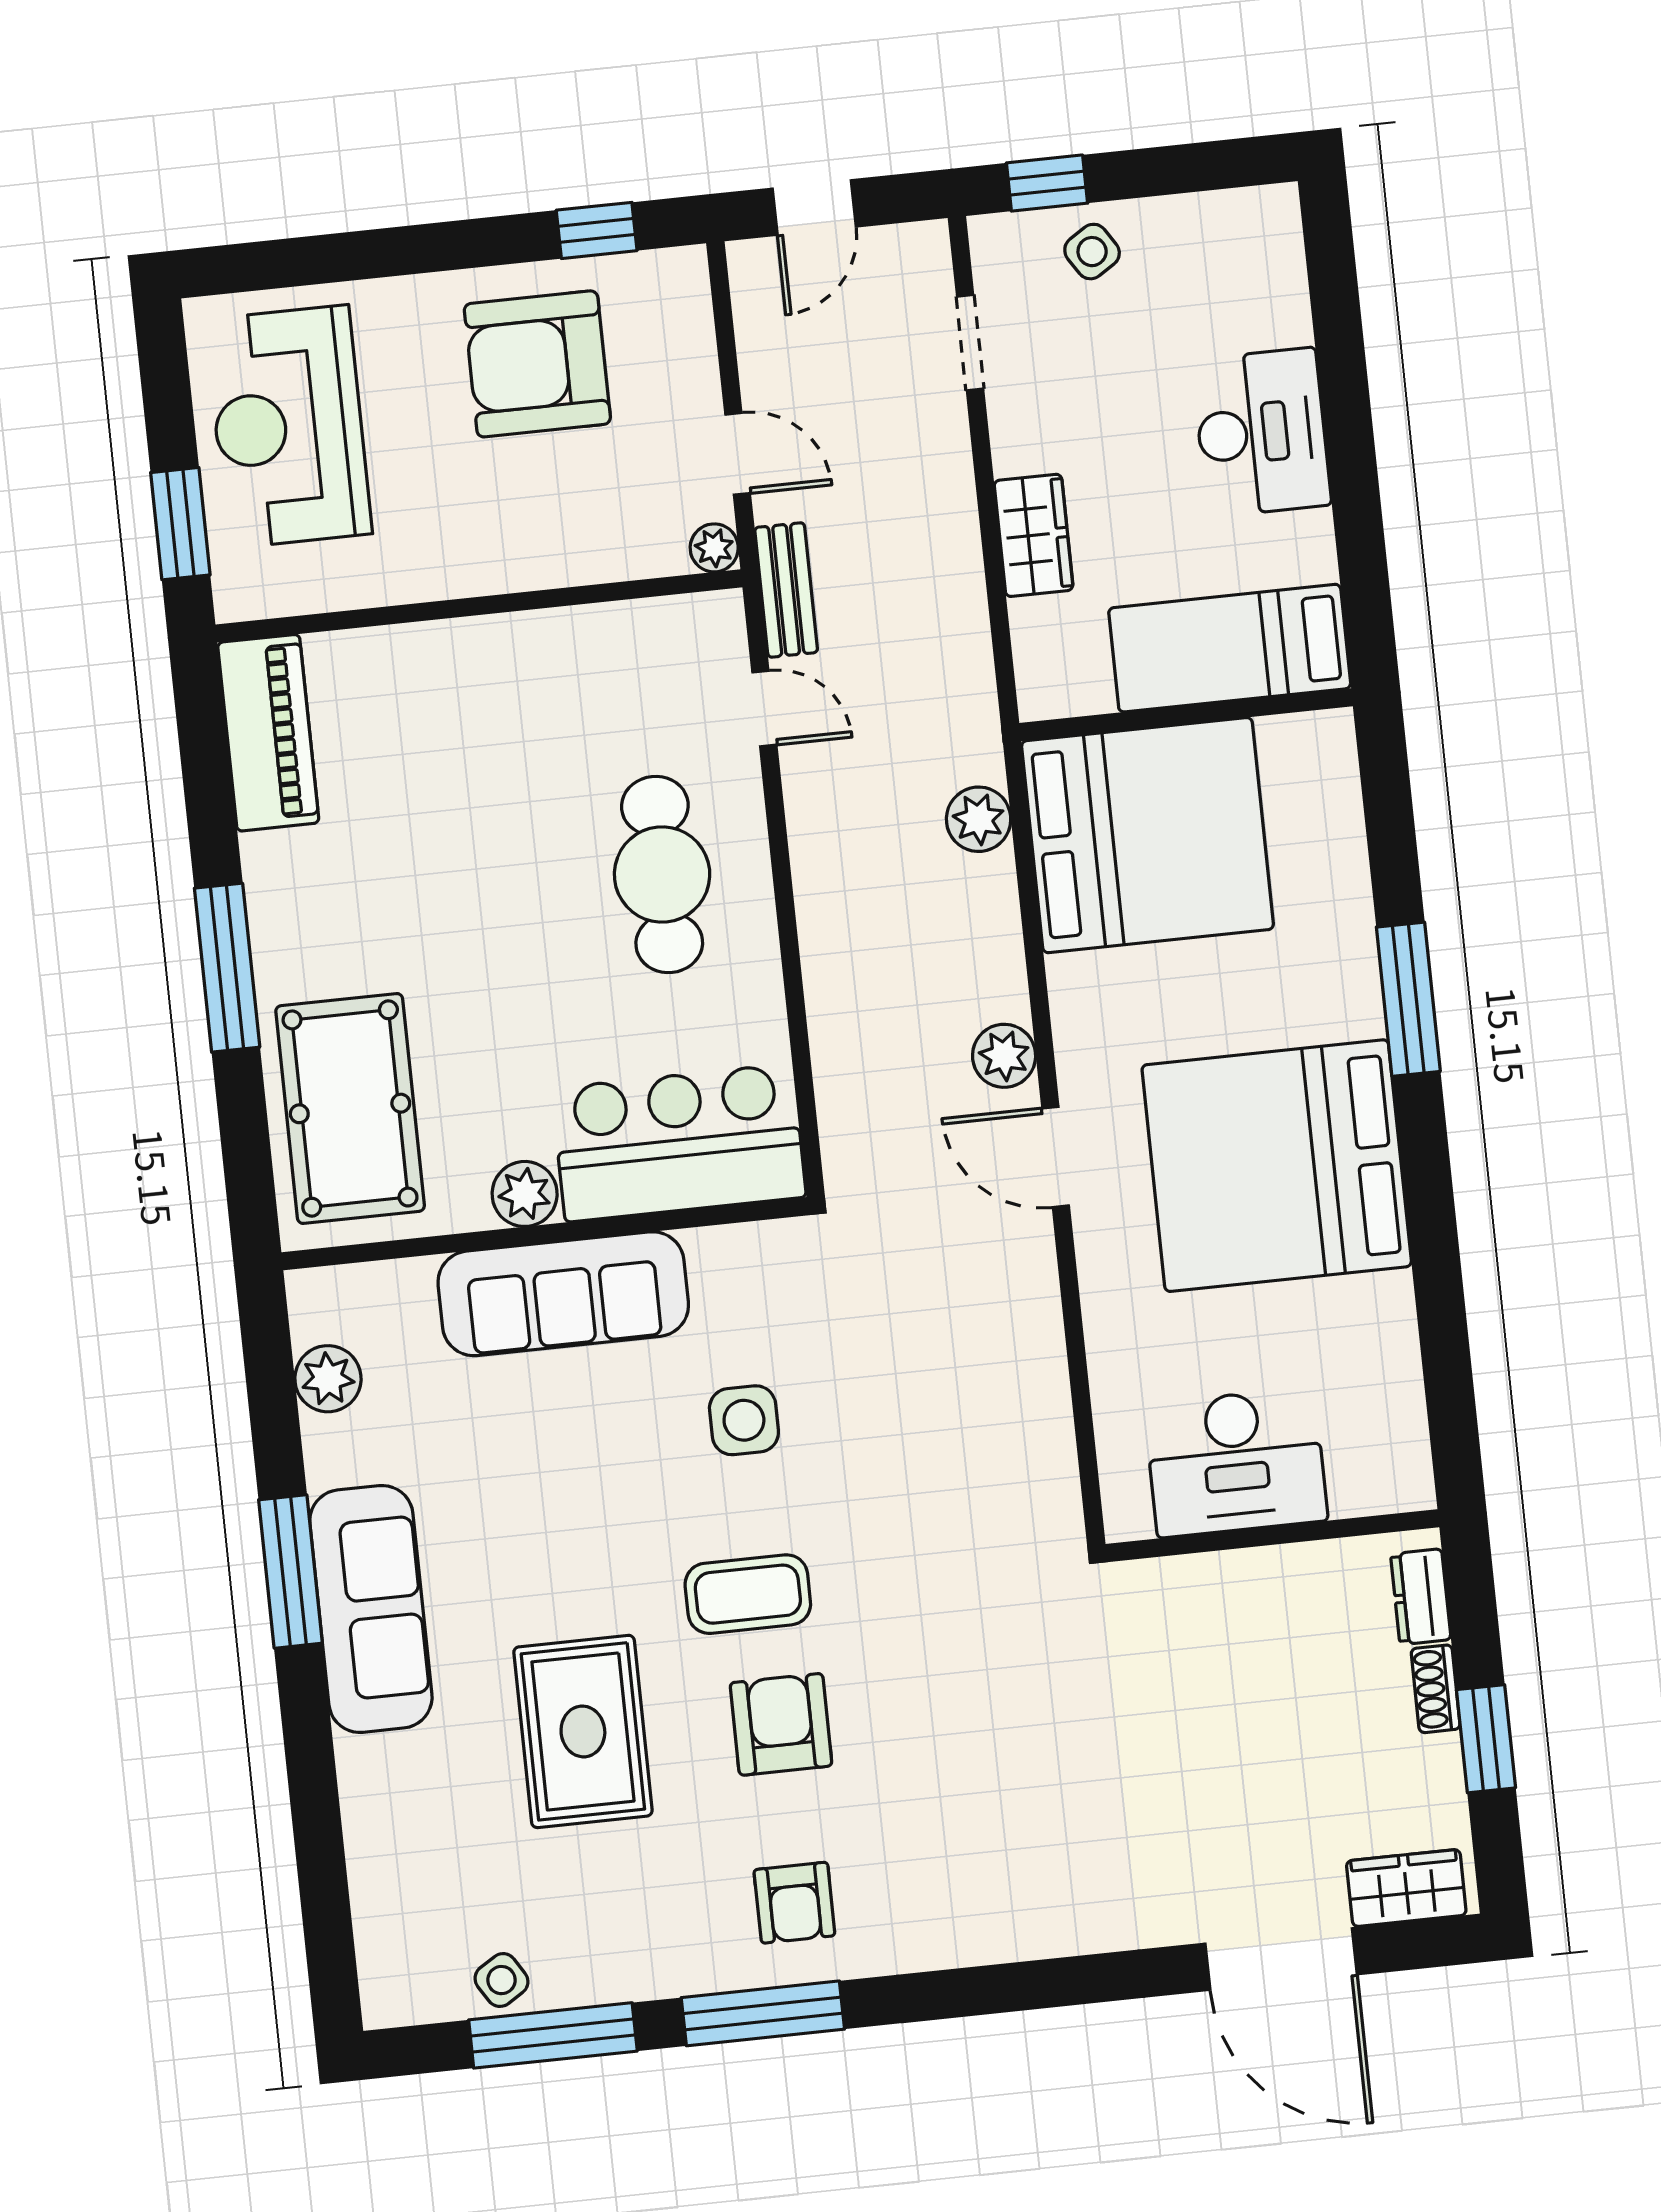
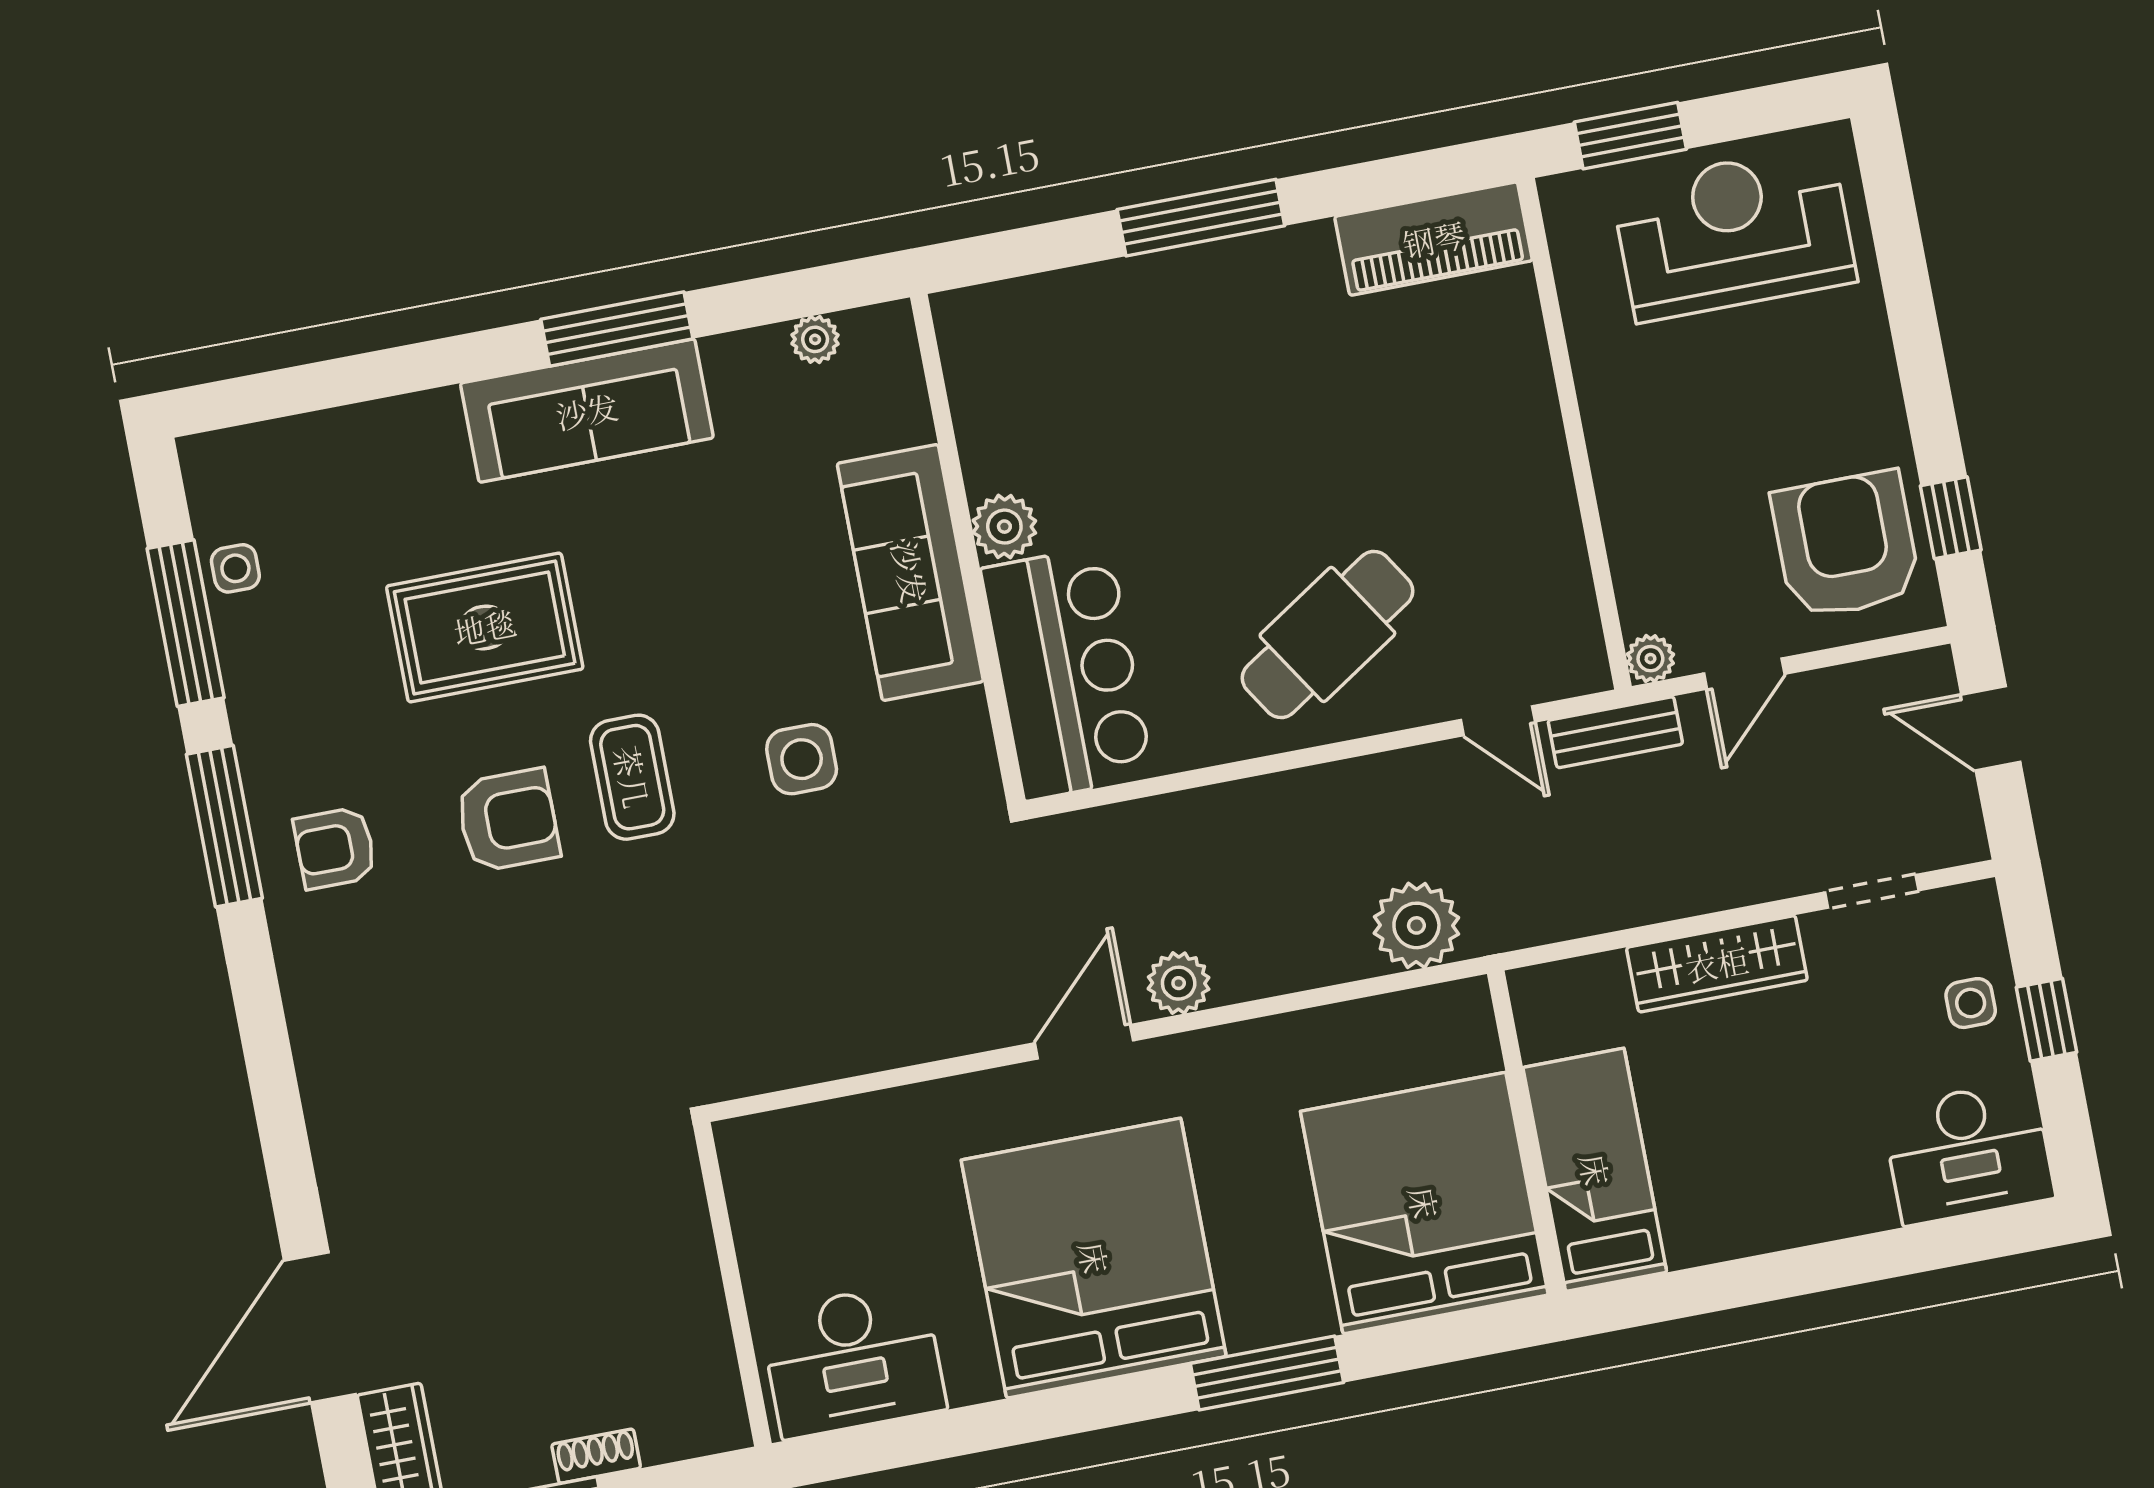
window: (1047, 183) -> (2046, 1020), moved
side table: (1092, 252) -> (1971, 1003), turned 33
armchair: (537, 364) -> (1846, 545), moved
desk: (1261, 432) -> (1968, 1153), moved
wardrobe: (1034, 535) -> (1717, 964), width x1.50
door: (764, 709) -> (1498, 721), hinge flipped
plant: (979, 819) -> (1416, 925), width x1.36, depth x1.36
bed: (1148, 835) -> (1424, 1203), moved, turned 180
cafe table: (662, 875) -> (1327, 634), turned -33
pool table: (350, 1108) -> (1074, 349), removed
plant: (328, 1379) -> (815, 339), width x0.73, depth x0.73
desk: (1236, 1462) -> (853, 1360), moved, turned -90
dresser: (1421, 1597) -> (685, 1434), removed
side table: (501, 1980) -> (235, 568), turned 32

